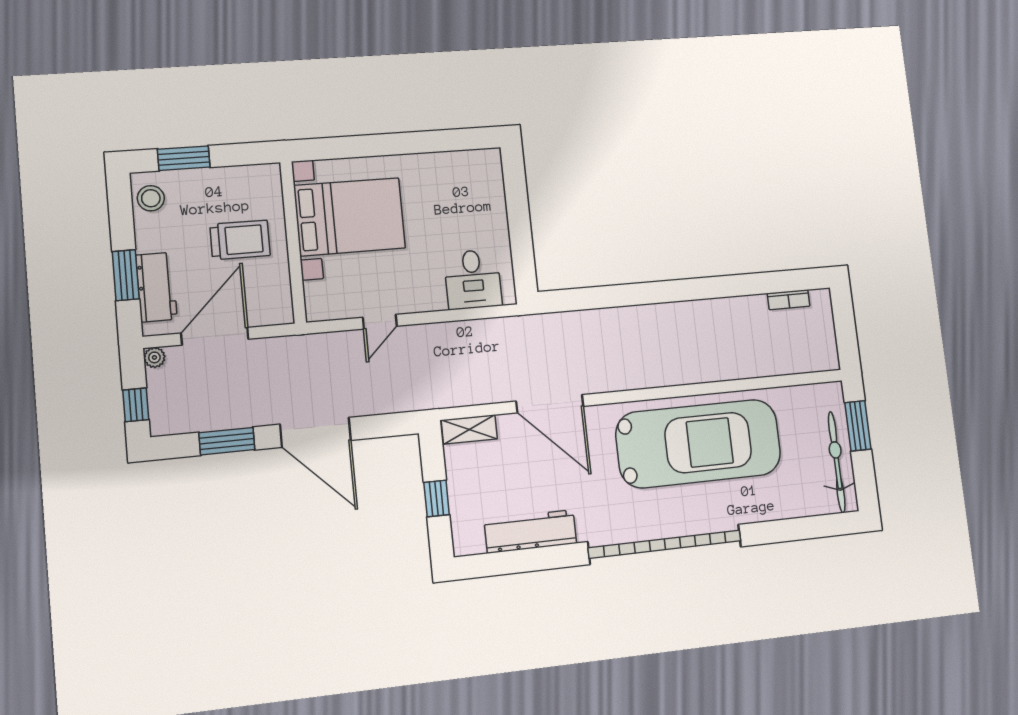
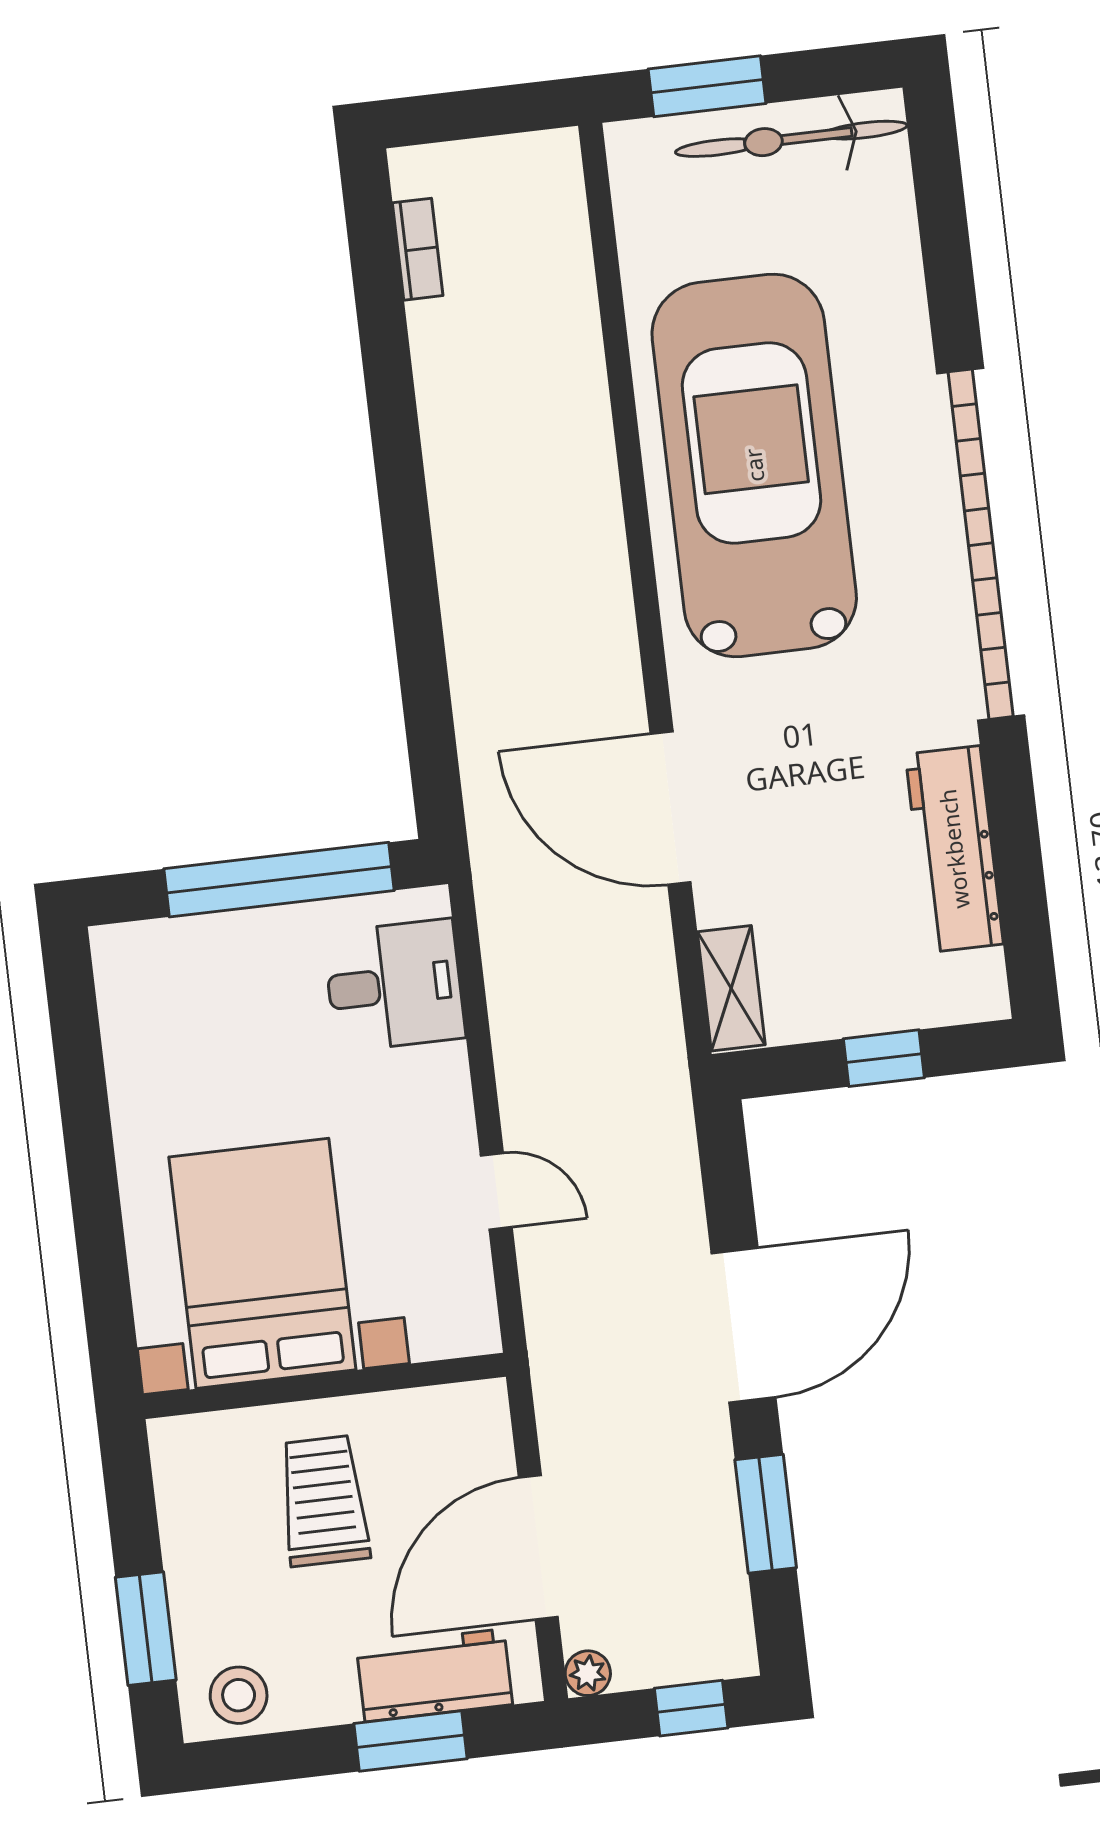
window: (520, 231) -> (279, 880), added
door: (215, 336) -> (538, 1547), hinge flipped
door: (550, 404) -> (671, 808), swing flipped

